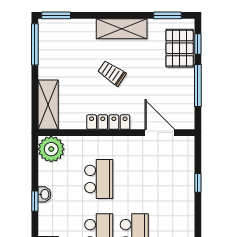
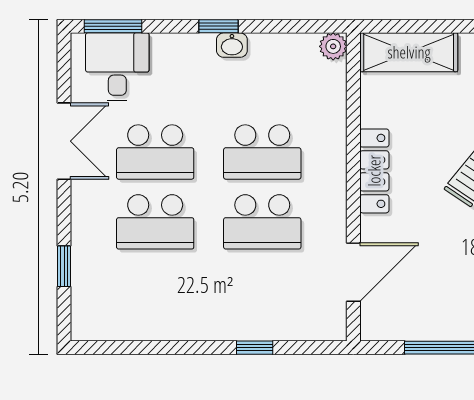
plant: (51, 149) -> (333, 46), width x0.53, depth x0.53
school desk: (134, 179) -> (262, 222), added

